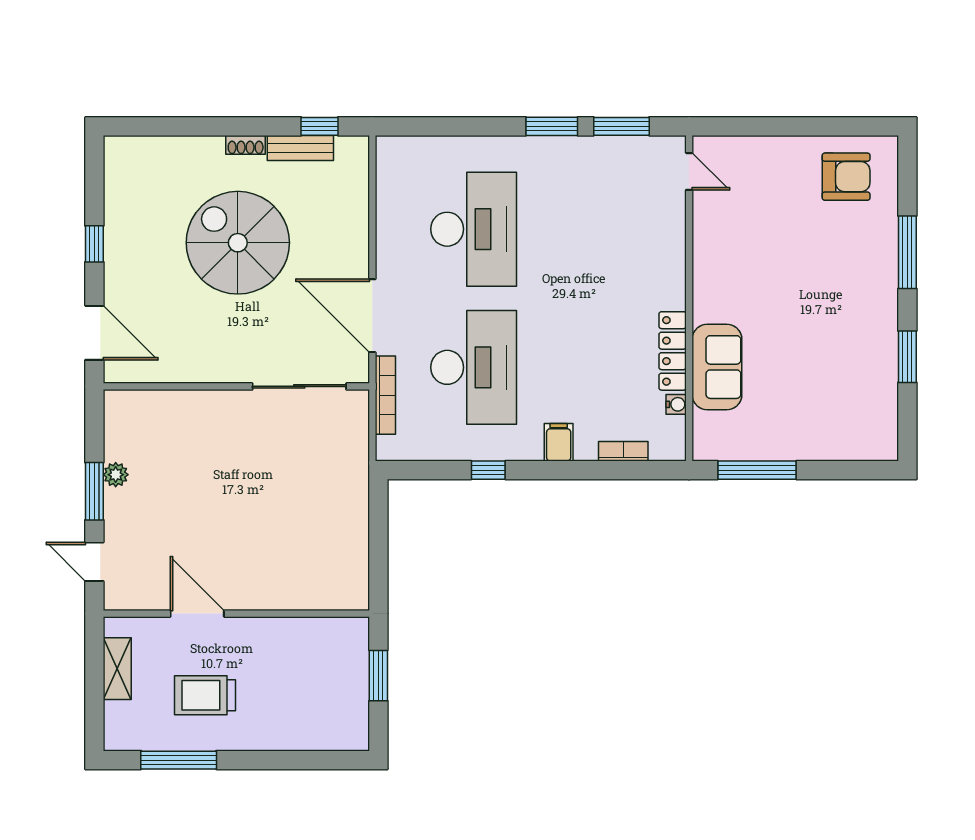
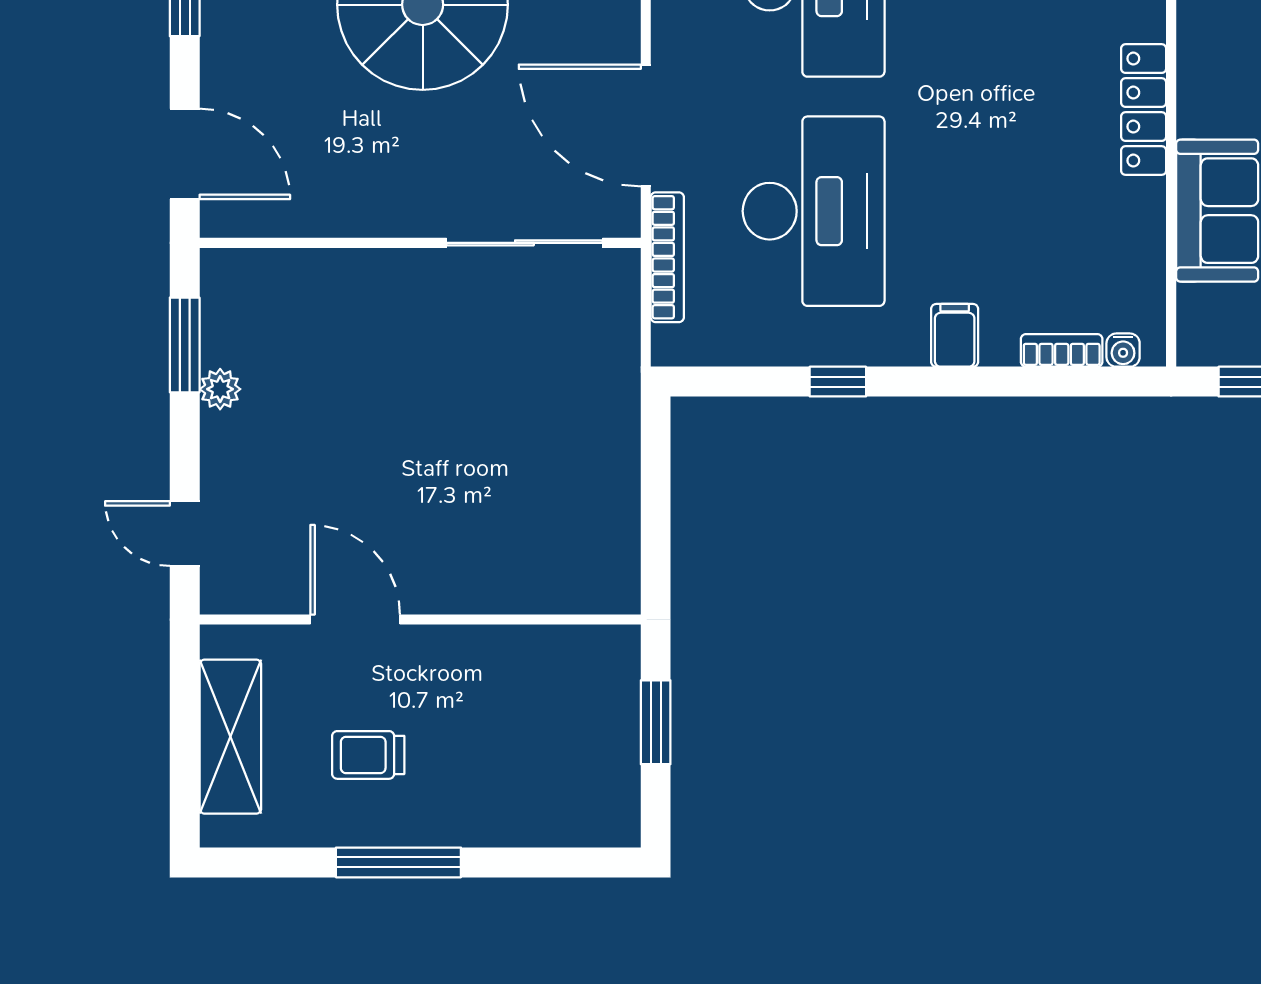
locker: (673, 351) -> (1144, 110), moved
water cooler: (676, 404) -> (1123, 350), moved, turned 90
window: (94, 491) -> (185, 345), moved
shelving: (117, 669) -> (230, 737), width x1.50, depth x1.33
trolley: (205, 695) -> (368, 755), width x0.73, depth x0.72
window: (179, 760) -> (398, 862), moved

